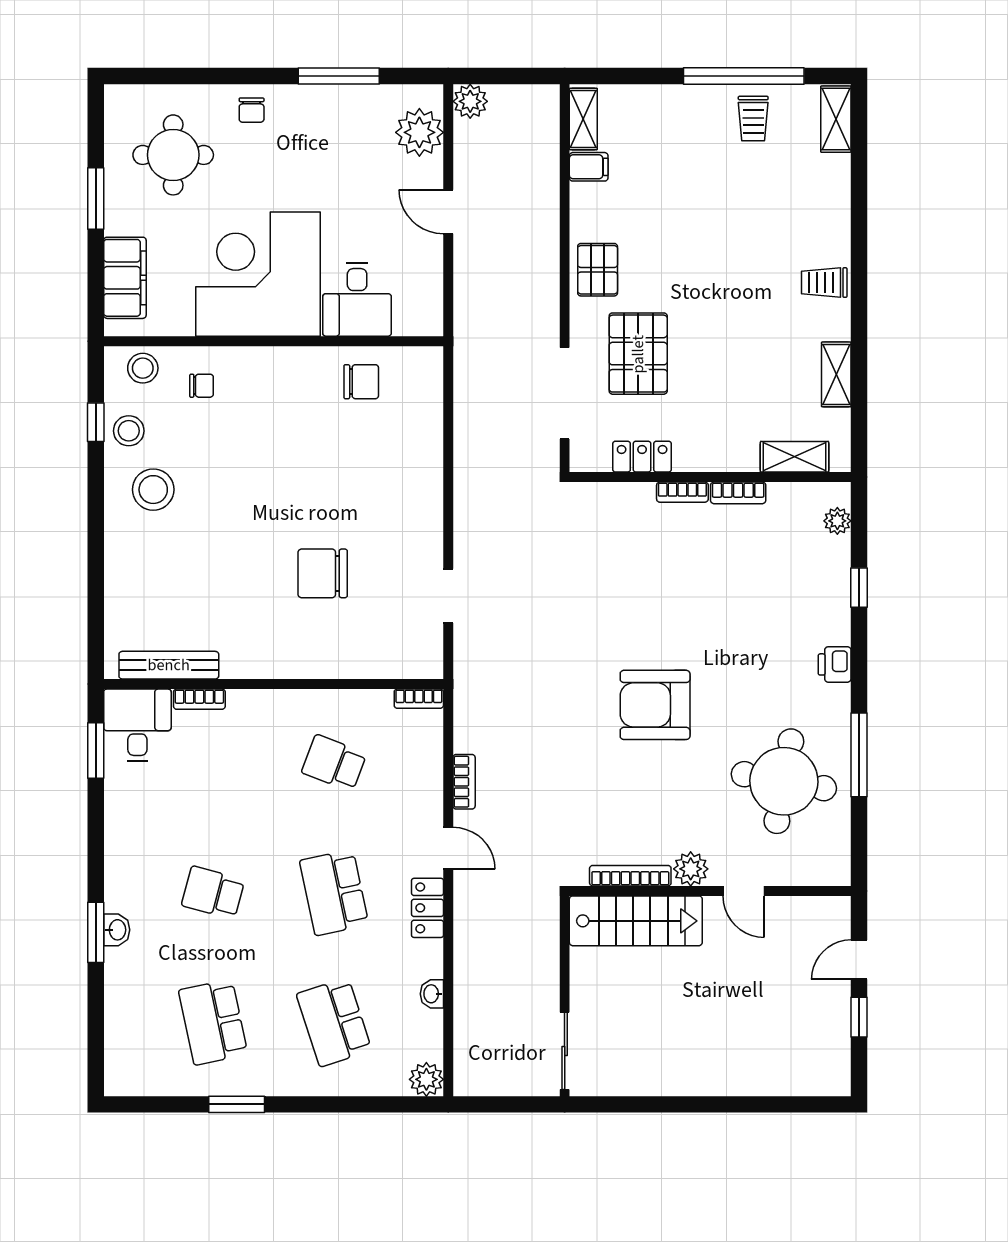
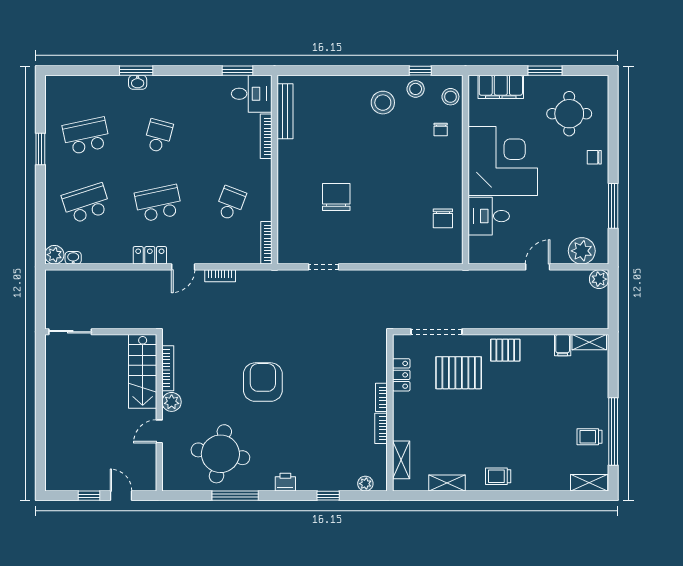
trolley: (824, 283) -> (498, 476), turned -90
bookcase: (199, 699) -> (266, 136), width x1.56
bookcase: (419, 699) -> (266, 243), width x1.56
washbasin: (432, 994) -> (73, 258), moved

